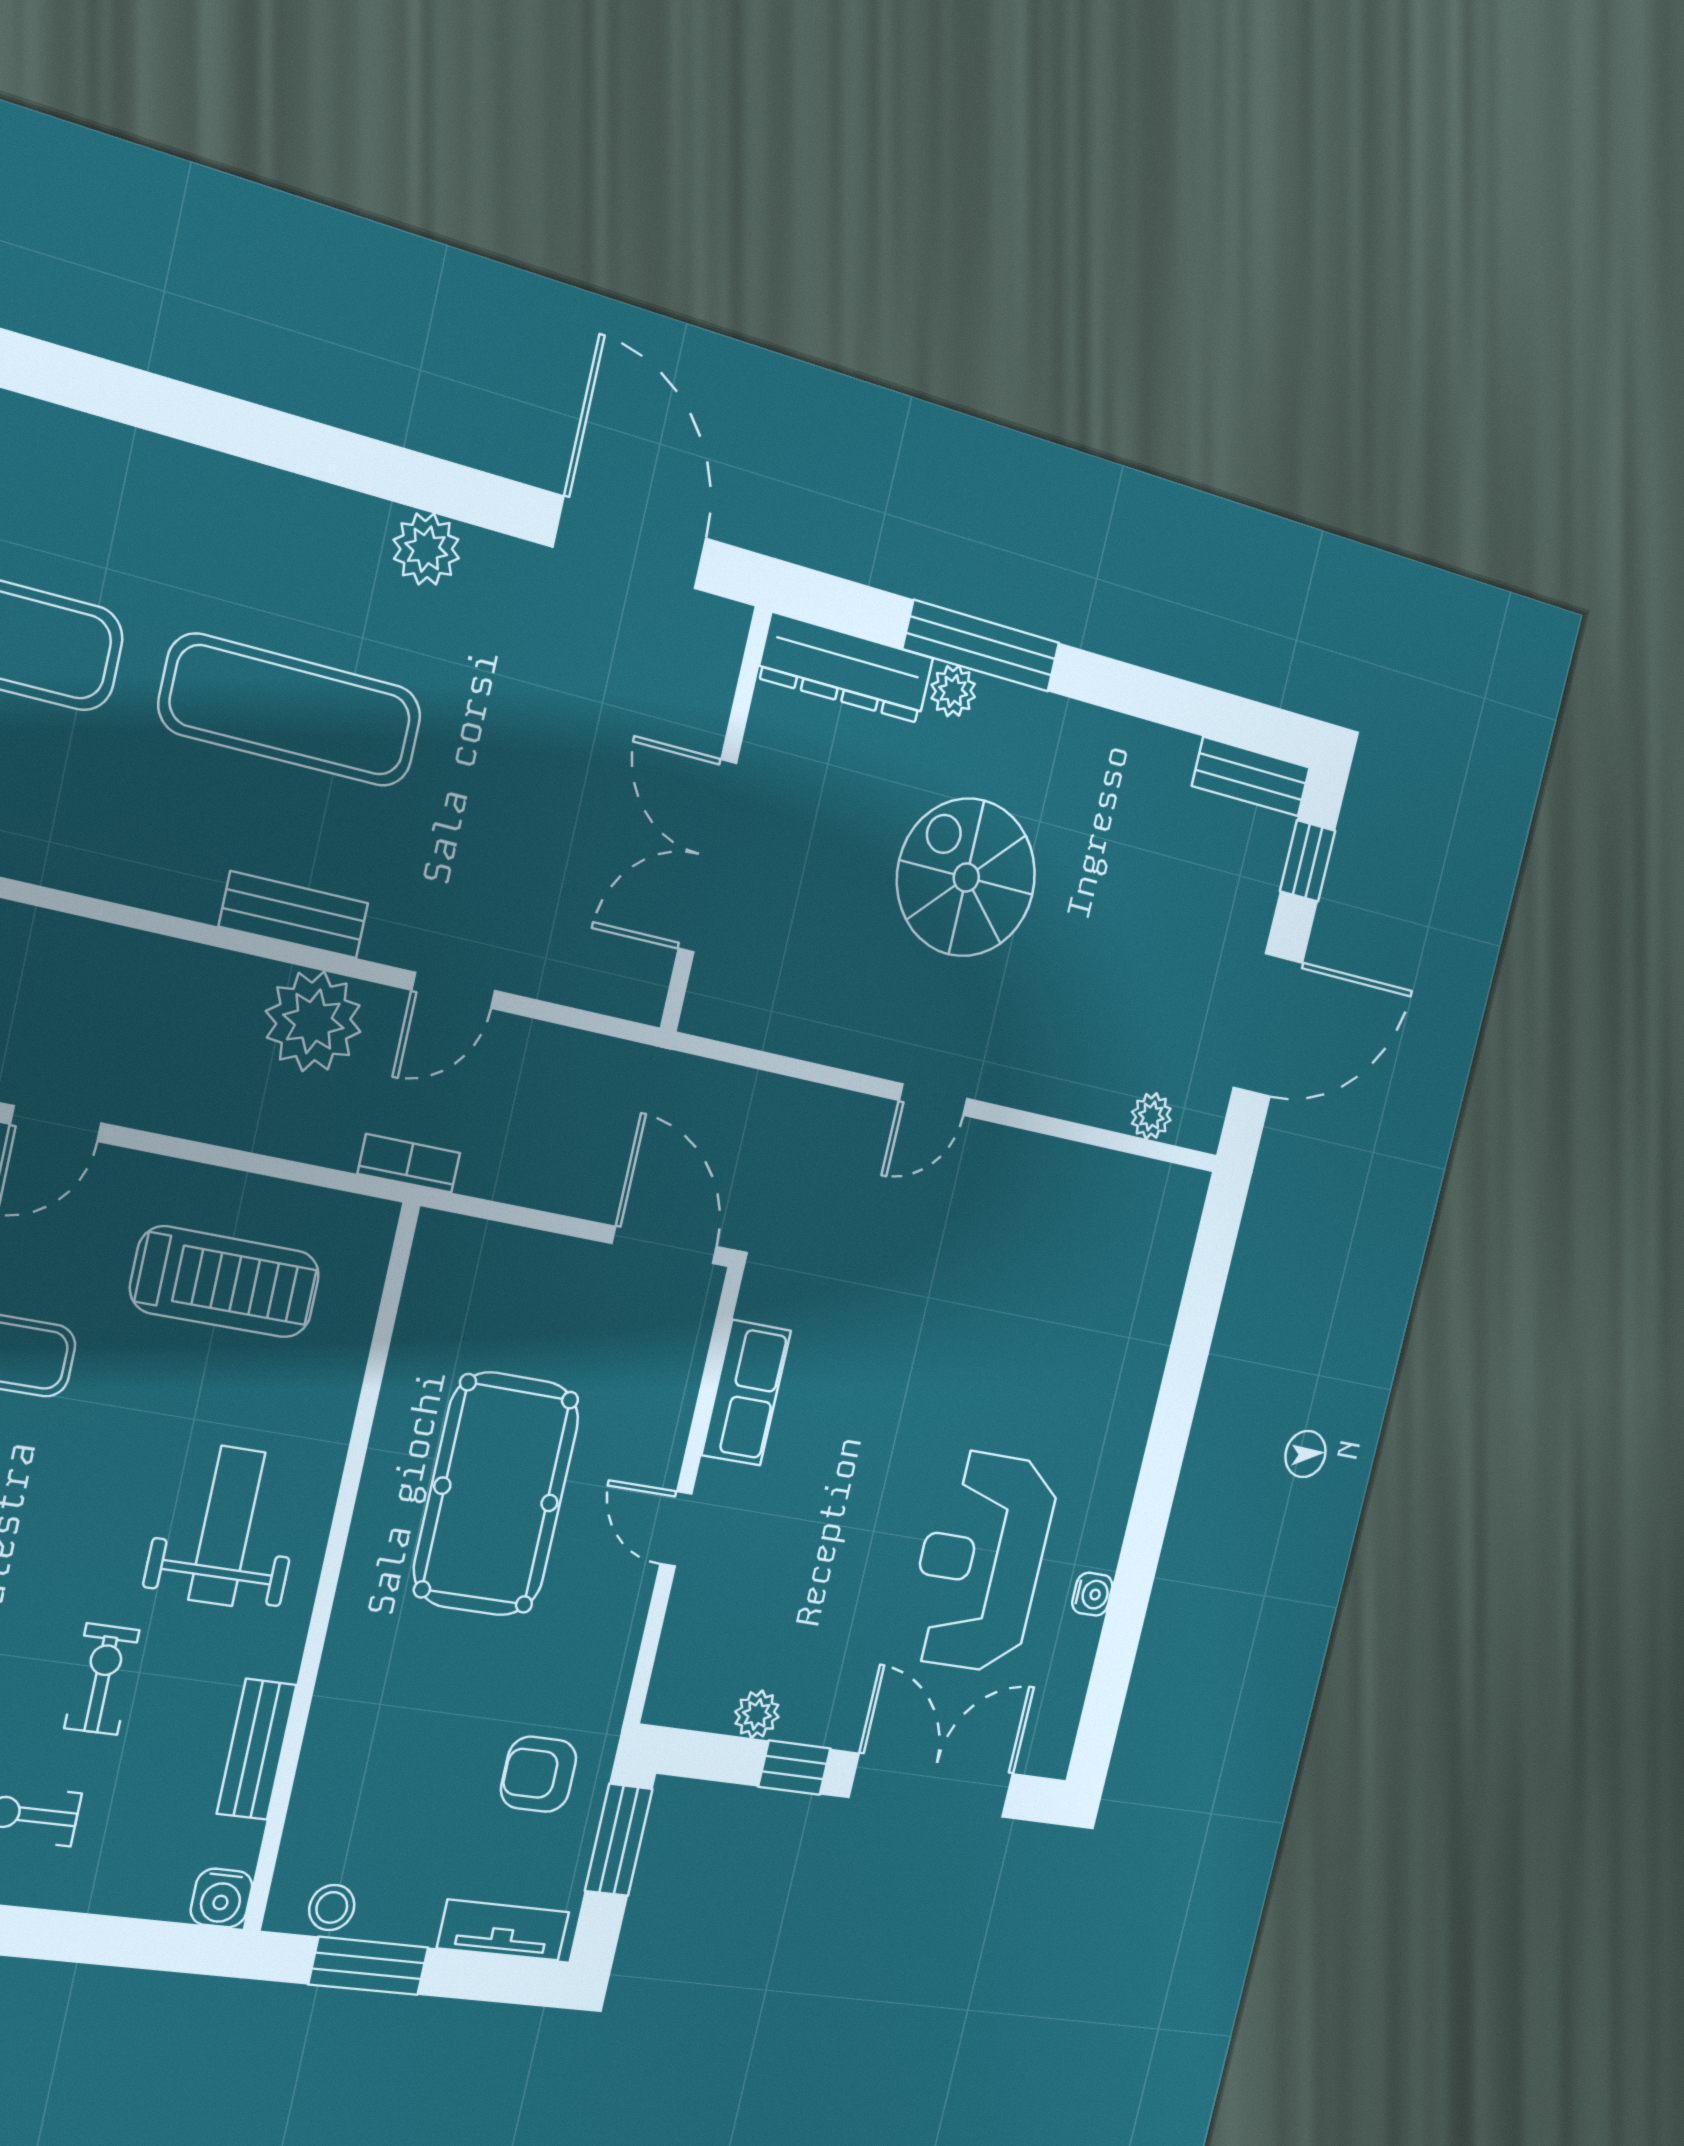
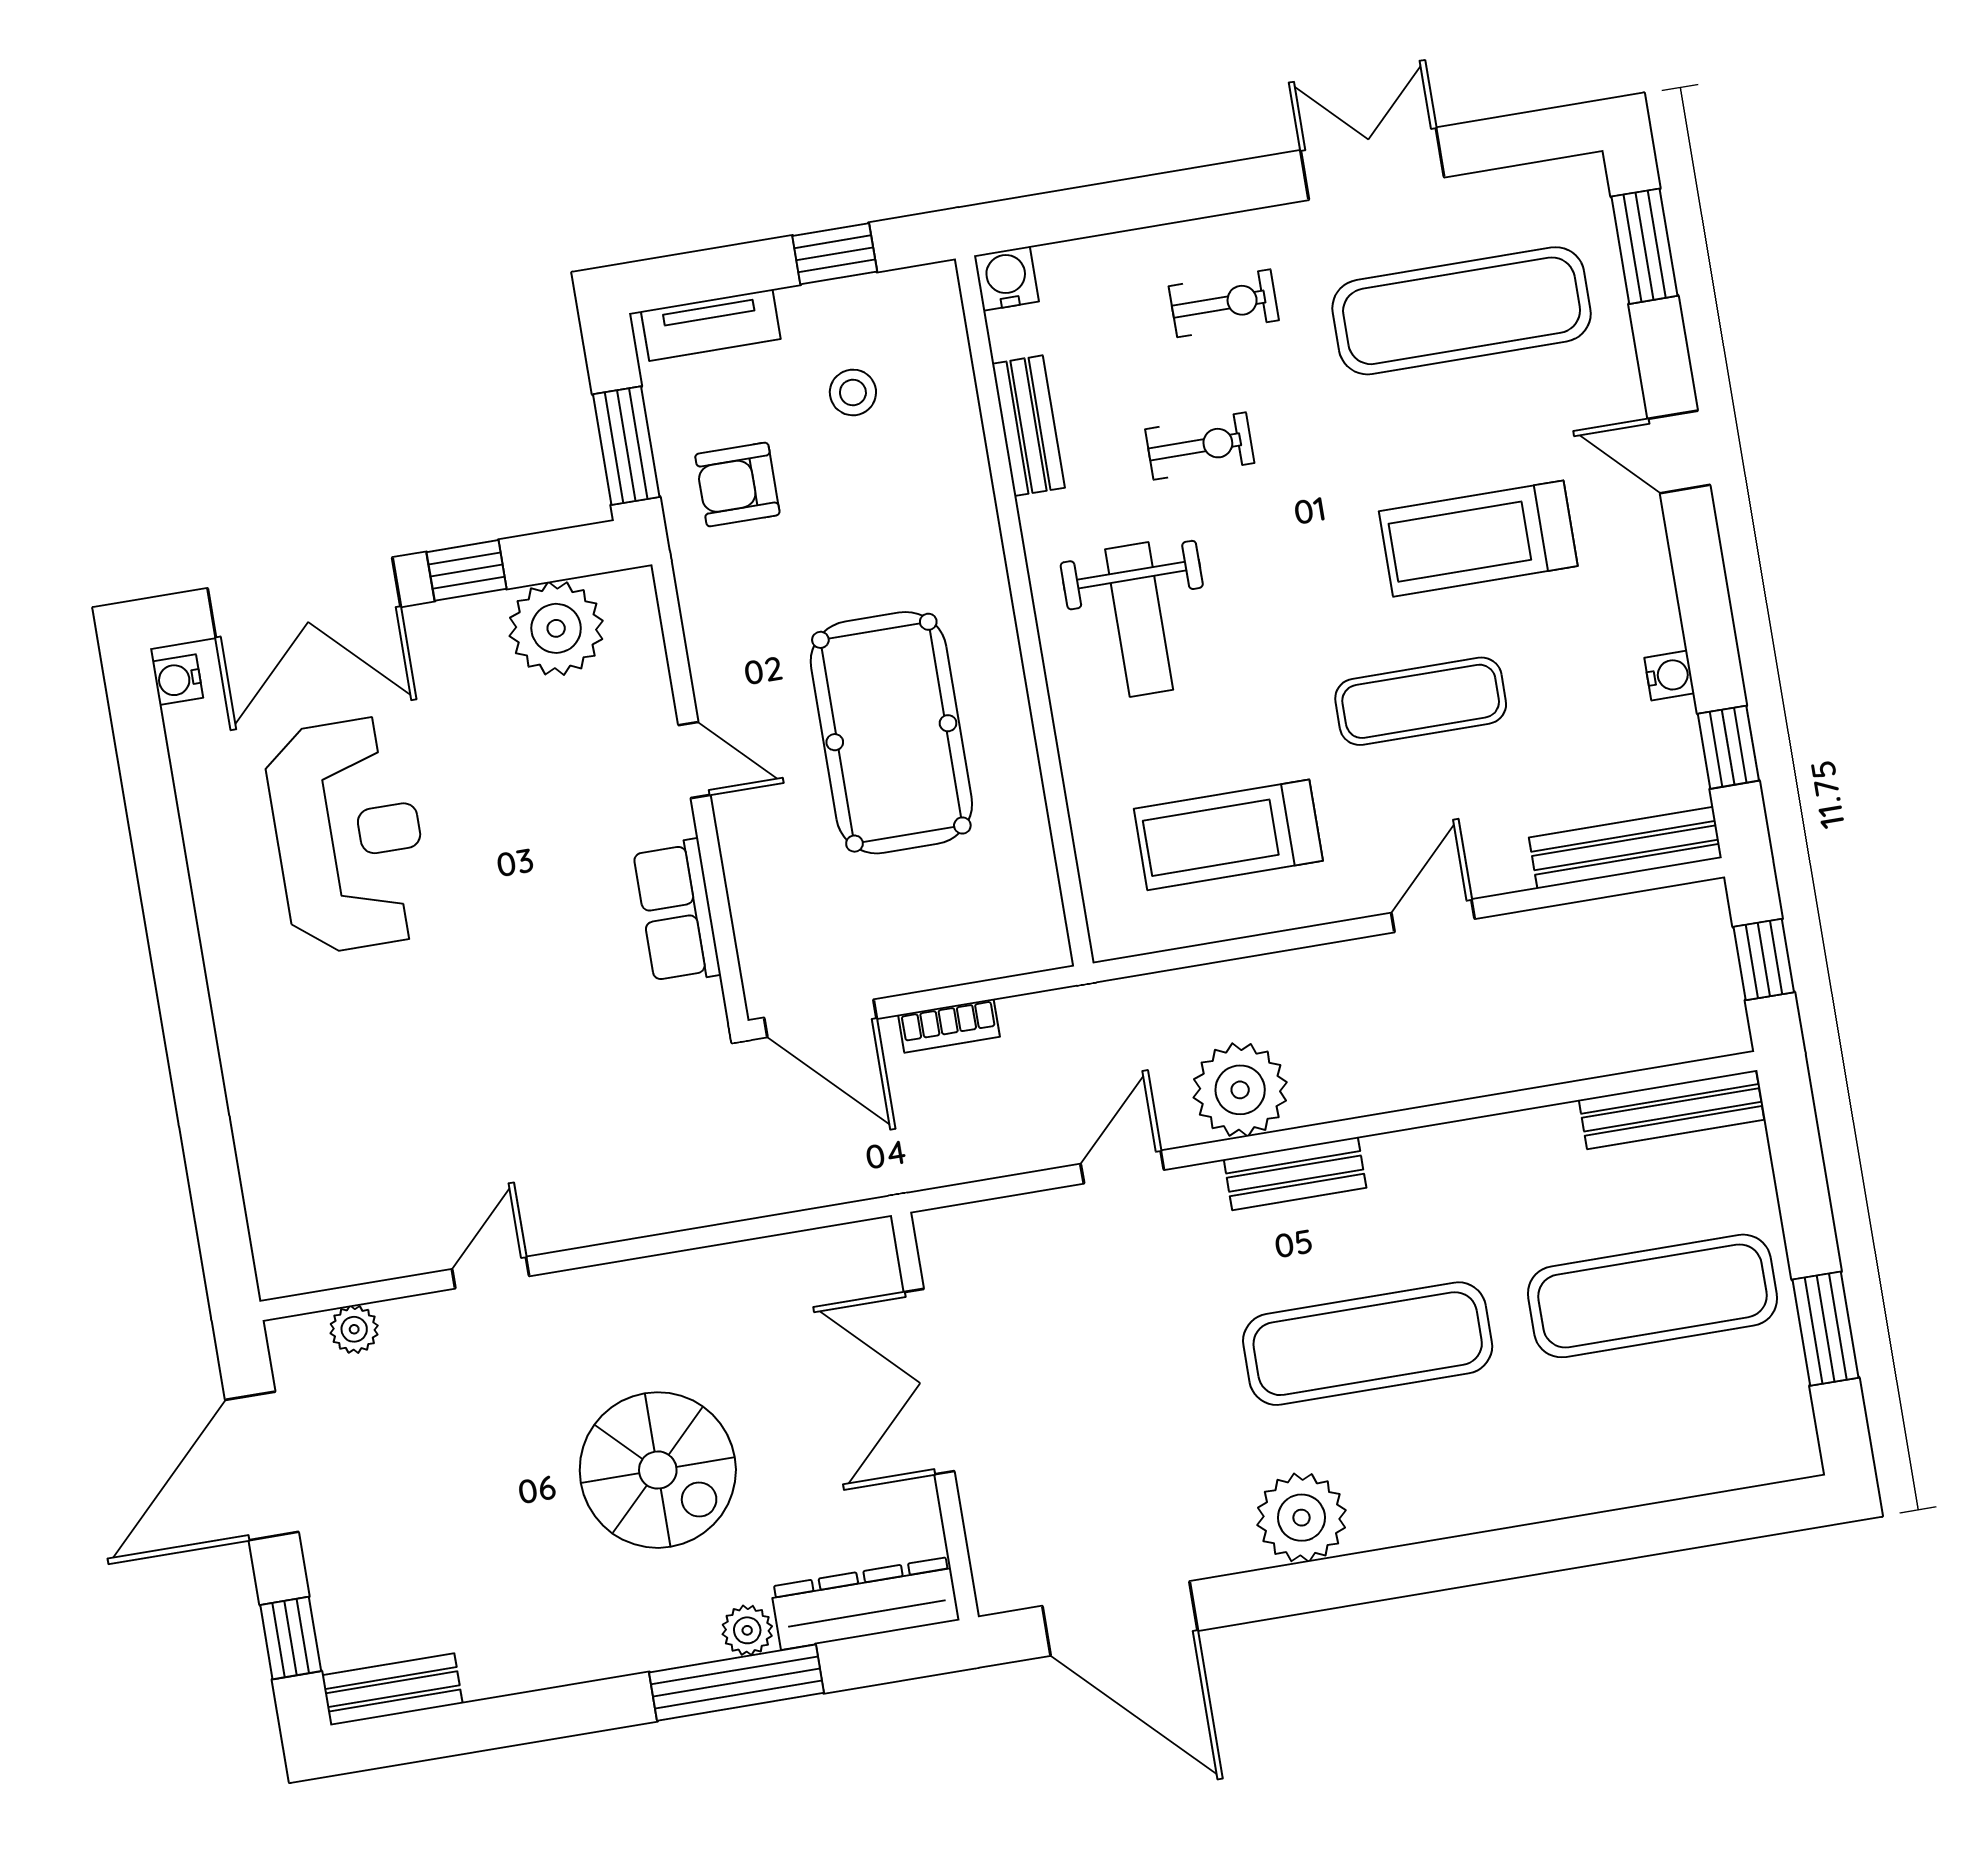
plant: (426, 549) -> (1301, 1518), width x1.36, depth x1.36
double door: (707, 856) -> (929, 1382), swing flipped
door: (933, 1100) -> (491, 1273), moved
bookcase: (409, 1163) -> (949, 1026), moved
water cooler: (1092, 1594) -> (178, 680), moved
exercise bike: (102, 1679) -> (1200, 446), turned -90
plant: (757, 1714) -> (556, 628), width x1.87, depth x1.87
armchair: (539, 1774) -> (737, 485), turned 180
stool: (332, 1907) -> (853, 392), moved
window: (368, 1966) -> (835, 254), width x0.67

